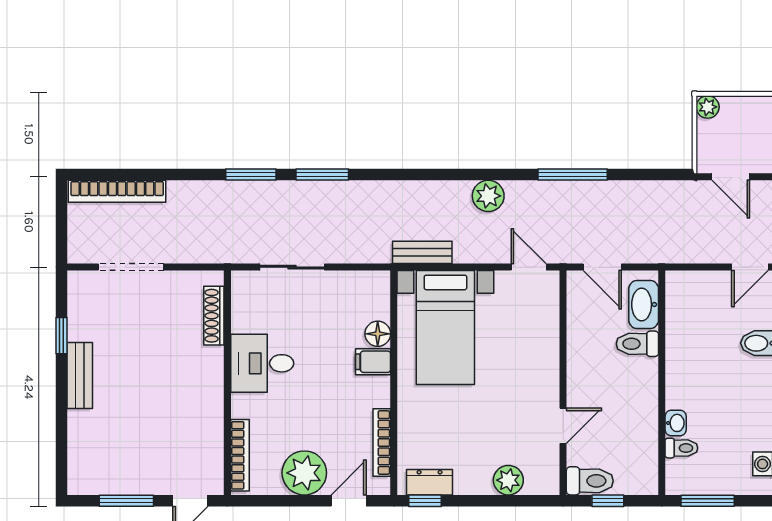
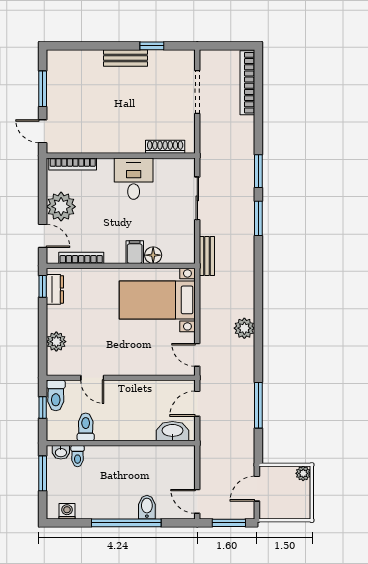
window: (573, 175) -> (258, 405), moved
bench: (422, 252) -> (207, 256), moved
door: (529, 267) -> (197, 355), swing flipped
toilet: (637, 344) -> (86, 427), moved
washbasin: (676, 423) -> (61, 452), moved

